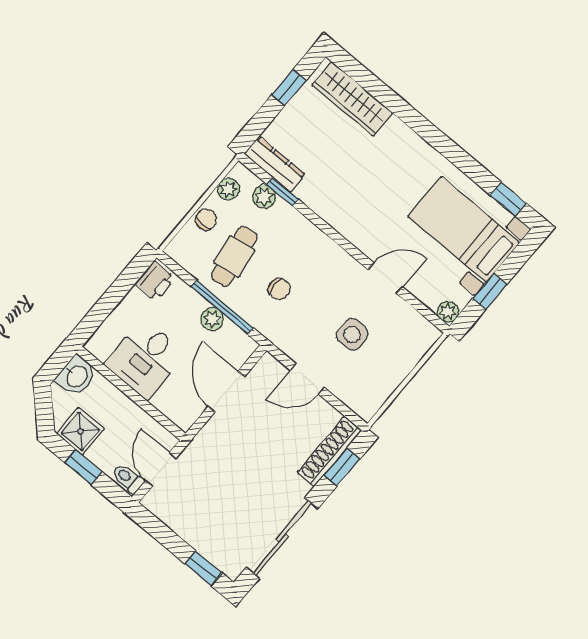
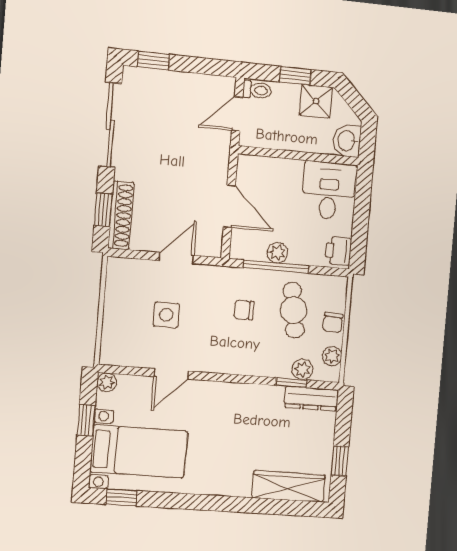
desk: (145, 359) -> (329, 191), moved
door: (161, 469) -> (237, 114), swing flipped

